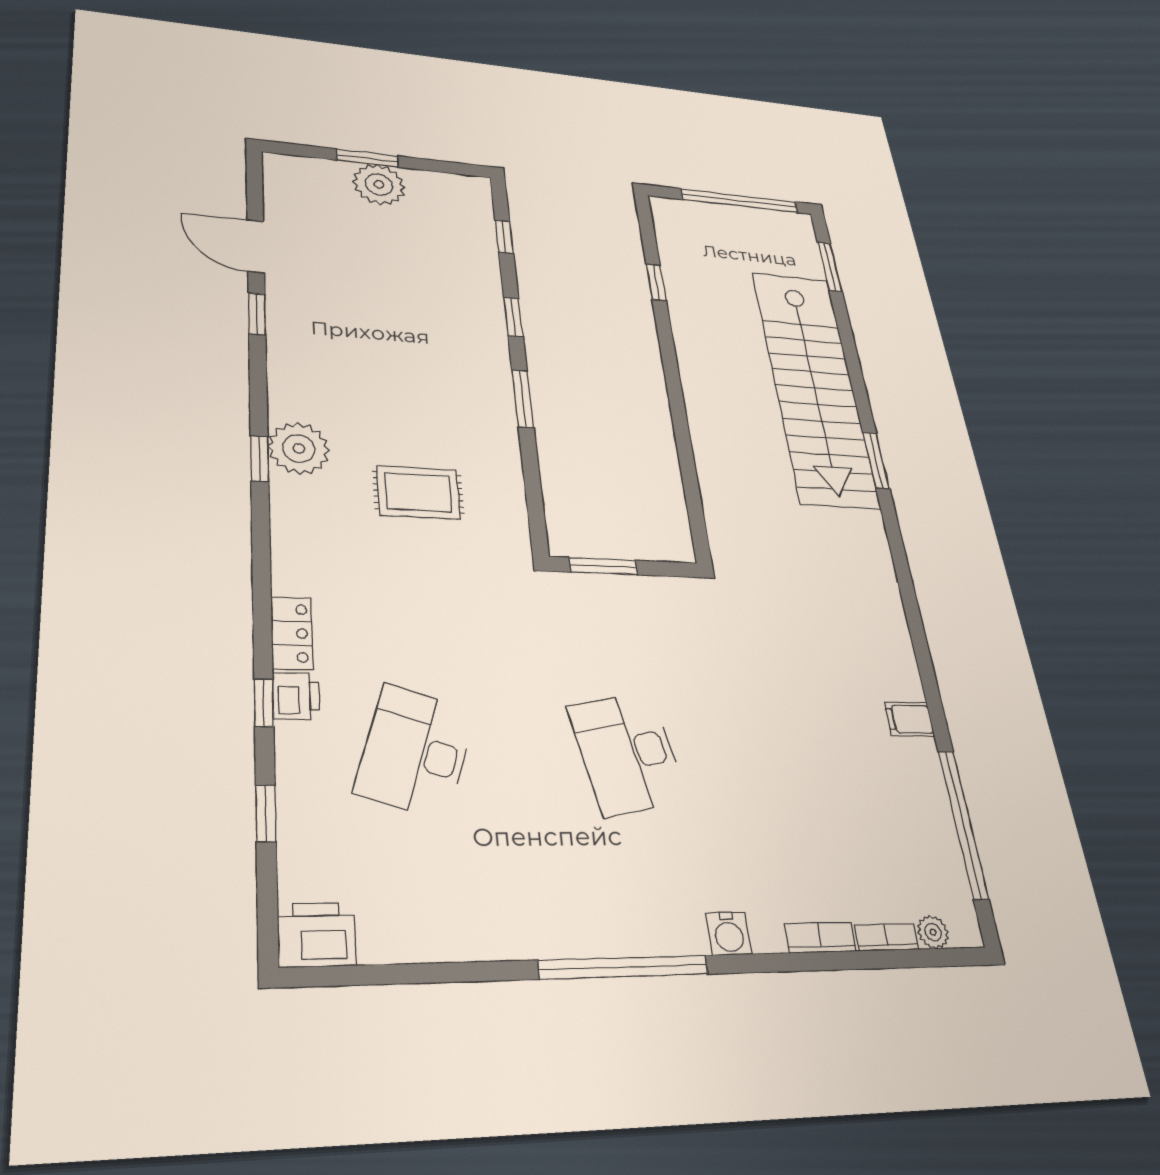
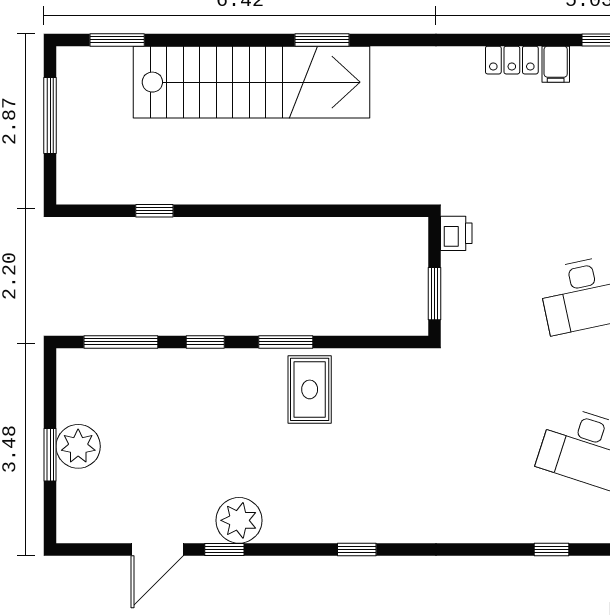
window: (740, 201) -> (50, 115), width x0.68
window: (504, 237) -> (121, 342), width x2.17
plant: (299, 448) -> (239, 520), moved
rug: (418, 492) -> (310, 389), moved
locker: (292, 633) -> (512, 60), moved, turned 180
printer: (296, 696) -> (456, 233), moved, turned 90

